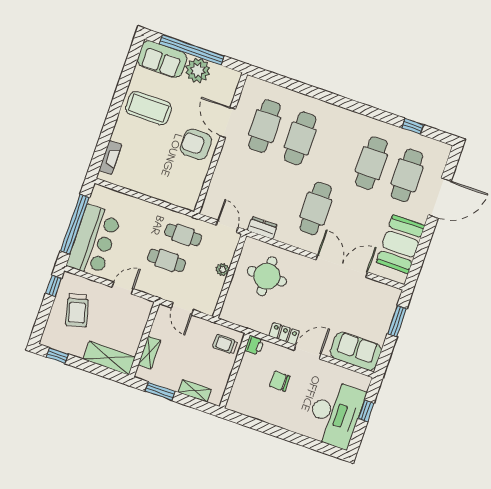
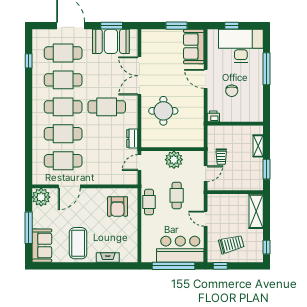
window: (192, 50) -> (29, 228), width x0.68
plant: (198, 70) -> (41, 197), moved
armchair: (196, 144) -> (118, 206), moved
cafe table: (336, 151) -> (63, 107), added
fireplace: (110, 157) -> (108, 257), moved
cafe table: (183, 235) -> (149, 202), moved
window: (421, 252) -> (112, 26), added
plant: (222, 270) -> (174, 160), width x1.88, depth x1.88
round table: (267, 276) -> (163, 111), moved
window: (397, 321) -> (176, 26), moved
locker: (284, 334) -> (199, 99), removed
trolley: (225, 344) -> (221, 157), moved
shelving: (149, 353) -> (243, 185), removed
window: (293, 437) -> (267, 69), added

